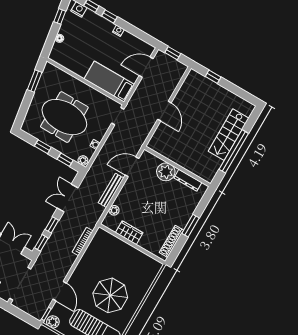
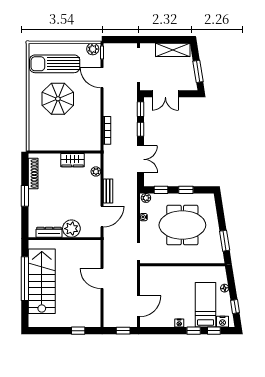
bed: (109, 82) -> (206, 305), moved, turned -90
stairs: (229, 135) -> (42, 281), width x1.36, depth x1.51
bench: (111, 190) -> (108, 191), width x0.73

